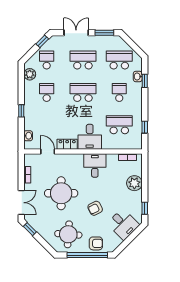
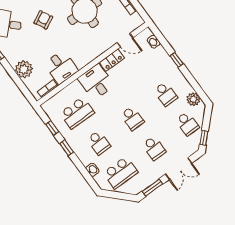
school desk: (83, 60) -> (154, 148), width x0.54
window: (145, 81) -> (66, 148), moved
school desk: (83, 92) -> (132, 118), width x0.54
desk: (95, 165) -> (61, 67), moved

